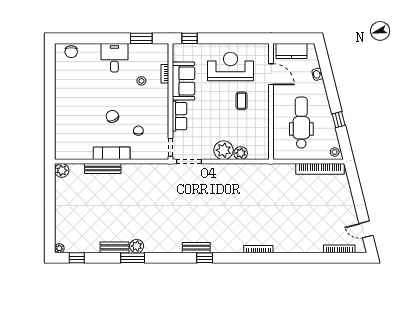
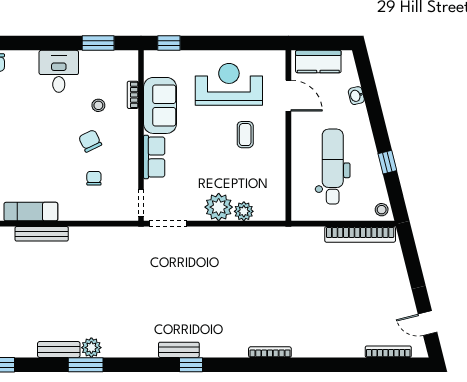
chair: (112, 116) -> (90, 141), moved
exam couch: (112, 153) -> (31, 212), moved

